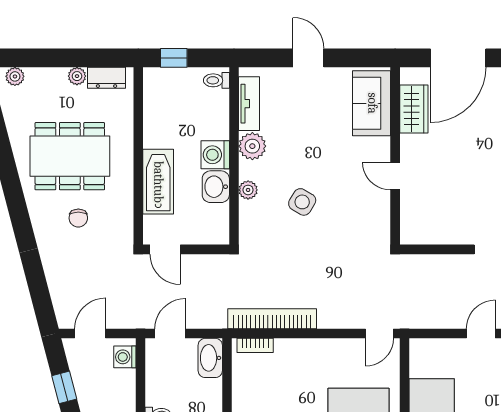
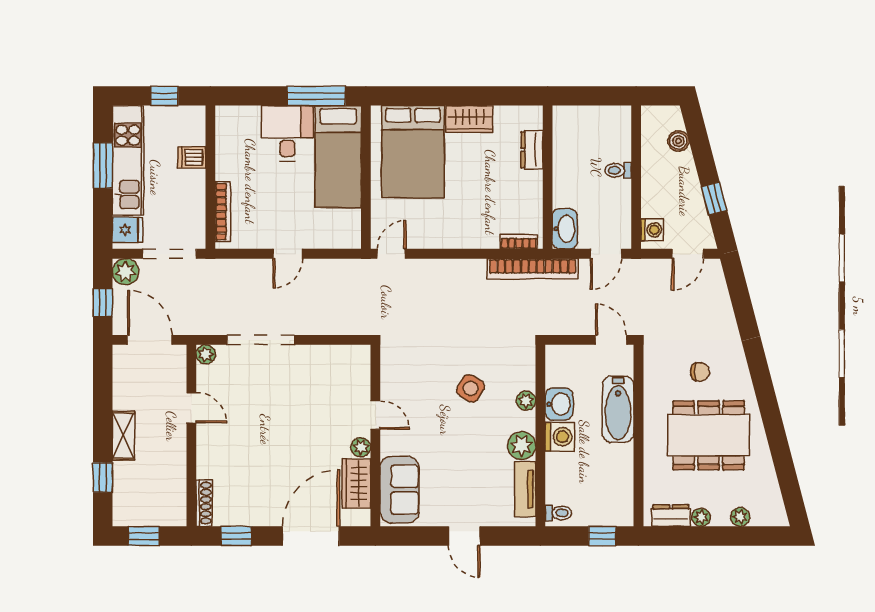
plant: (15, 76) -> (740, 517), moved
plant: (409, 145) -> (361, 447), added
chair: (78, 218) -> (700, 372), turned 90
bookcase: (272, 319) -> (533, 269), moved

